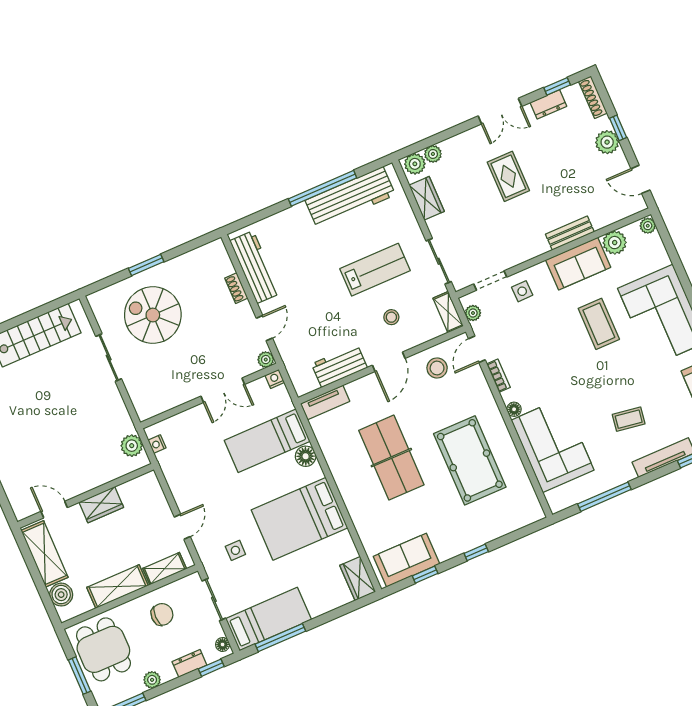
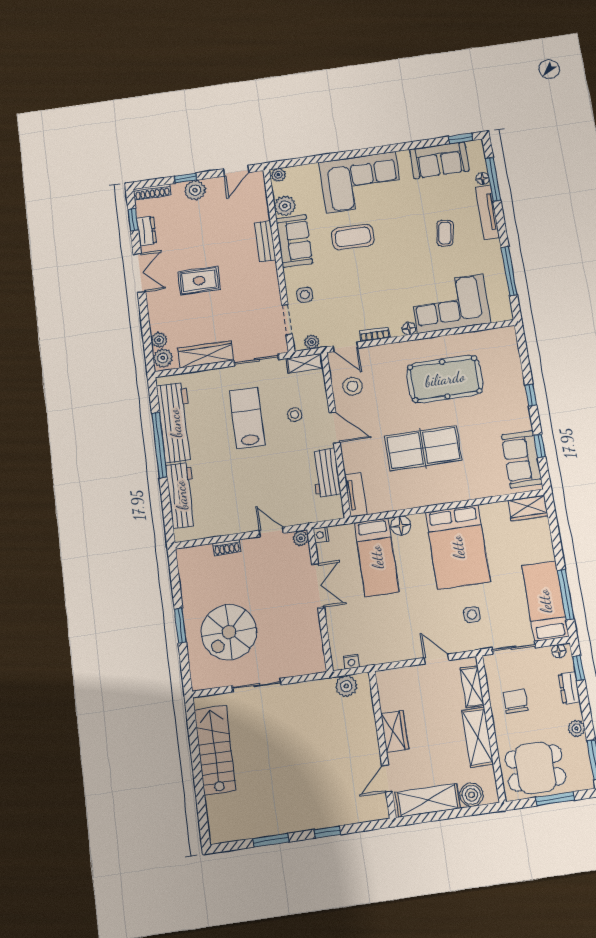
wardrobe: (427, 198) -> (206, 354), width x1.50
workbench: (255, 267) -> (181, 495), moved, turned 90

